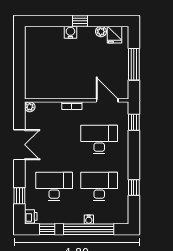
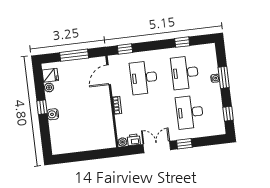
window: (19, 196) -> (184, 144), moved
printer: (31, 216) -> (134, 140), moved
window: (89, 229) -> (224, 77), width x0.47

